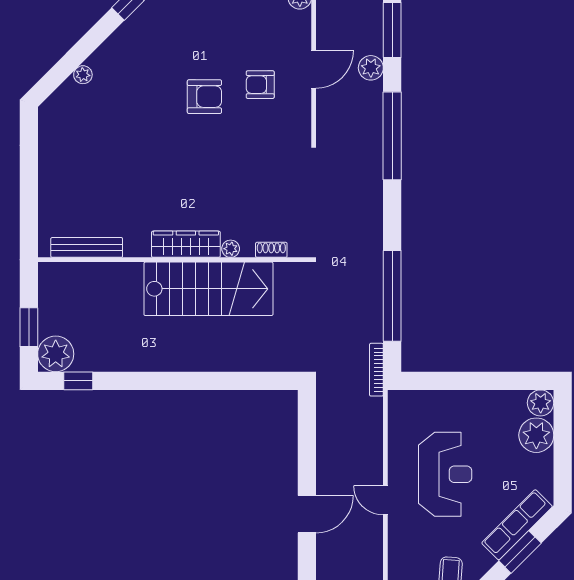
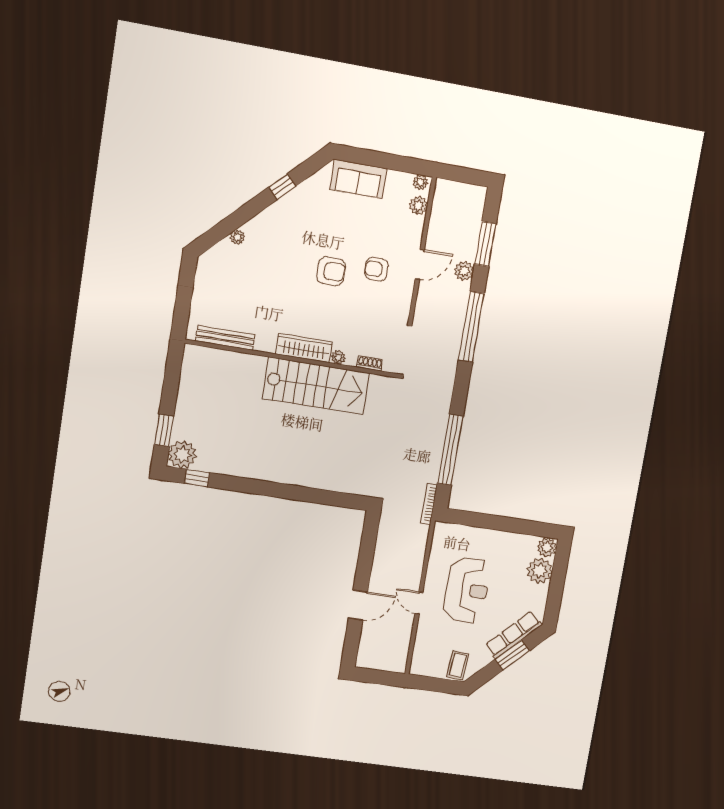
wardrobe: (186, 244) -> (304, 348), moved
bench: (87, 247) -> (225, 338), moved
plant: (231, 249) -> (338, 357), moved
shoe rack: (271, 250) -> (370, 363), moved
wall: (175, 260) -> (293, 359), moved
stairs: (208, 289) -> (316, 386), moved

